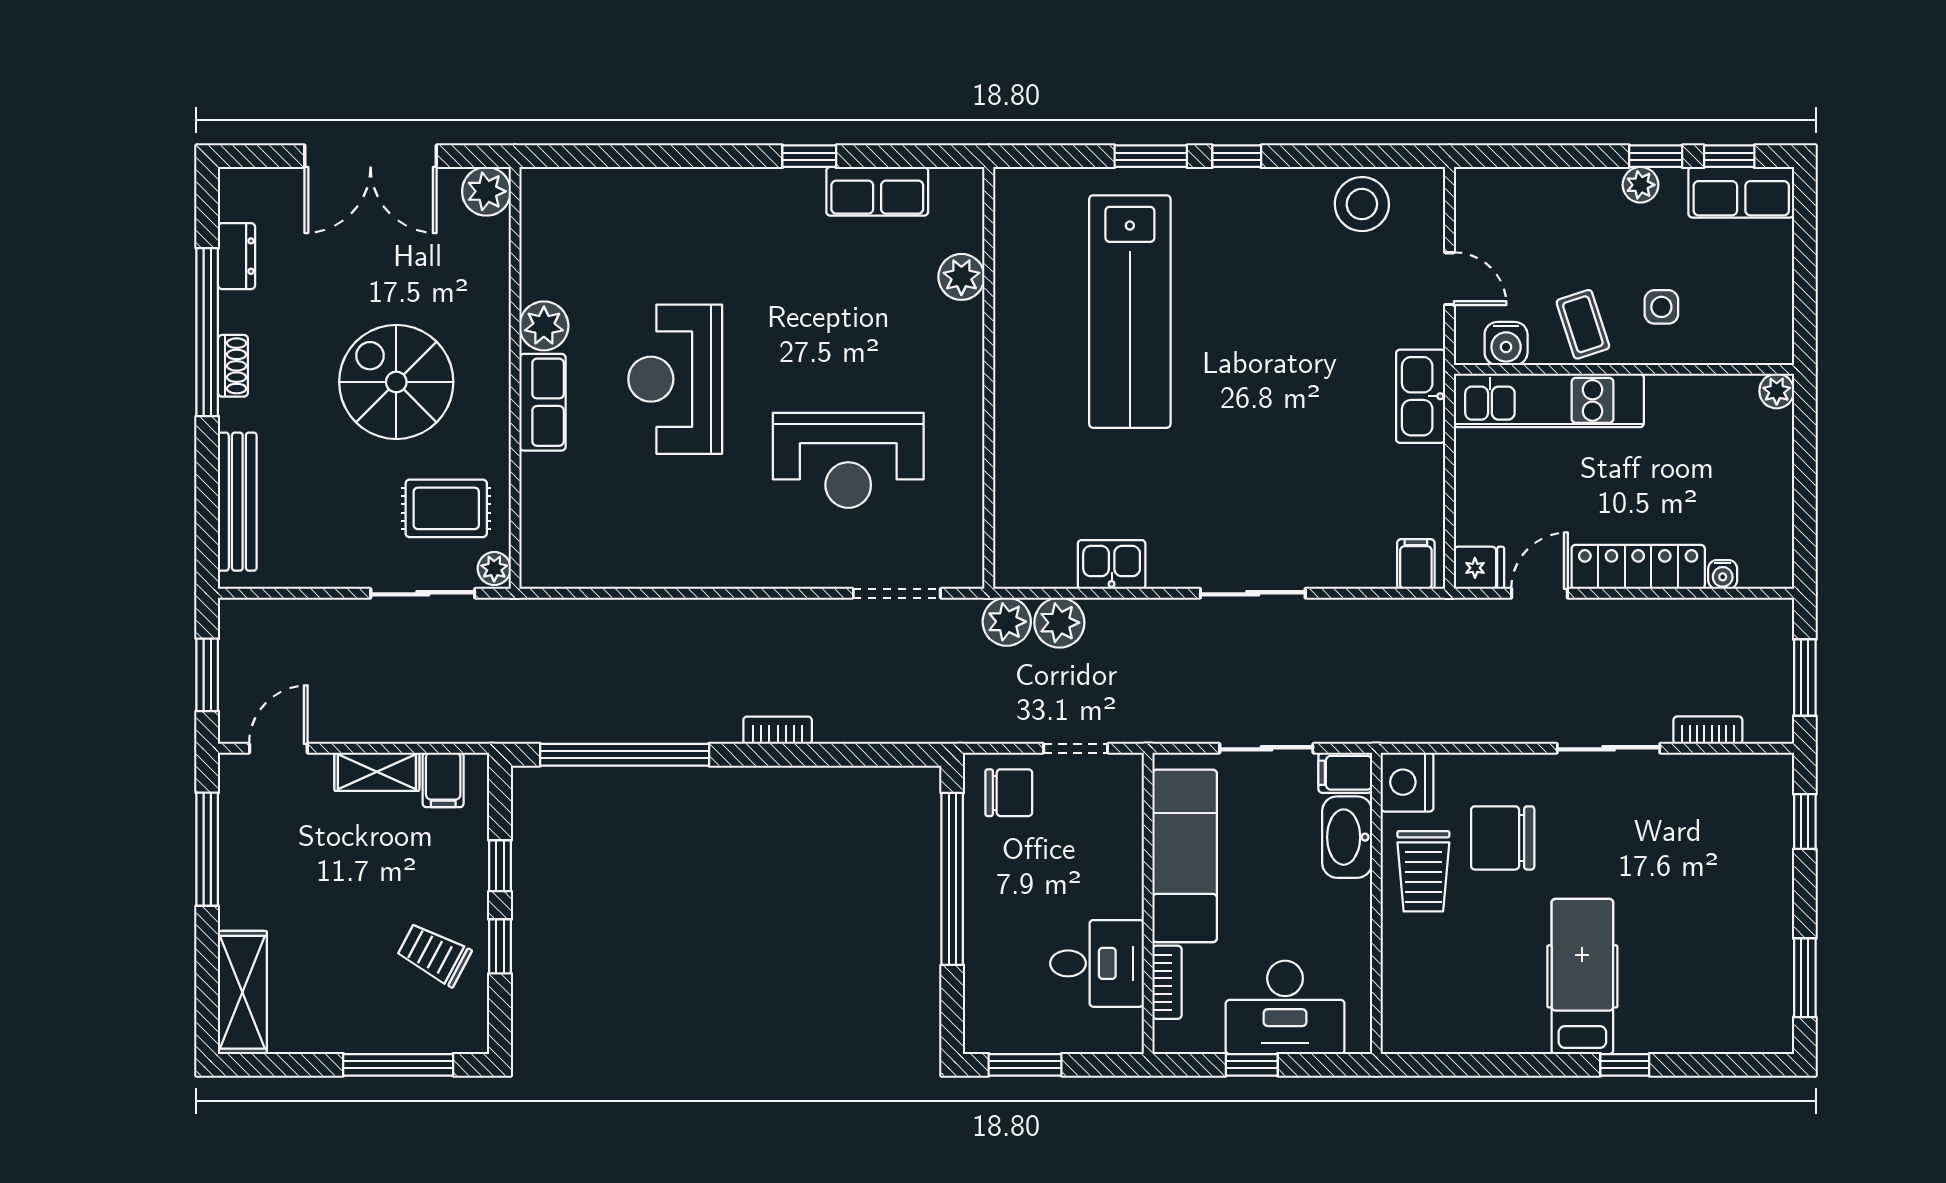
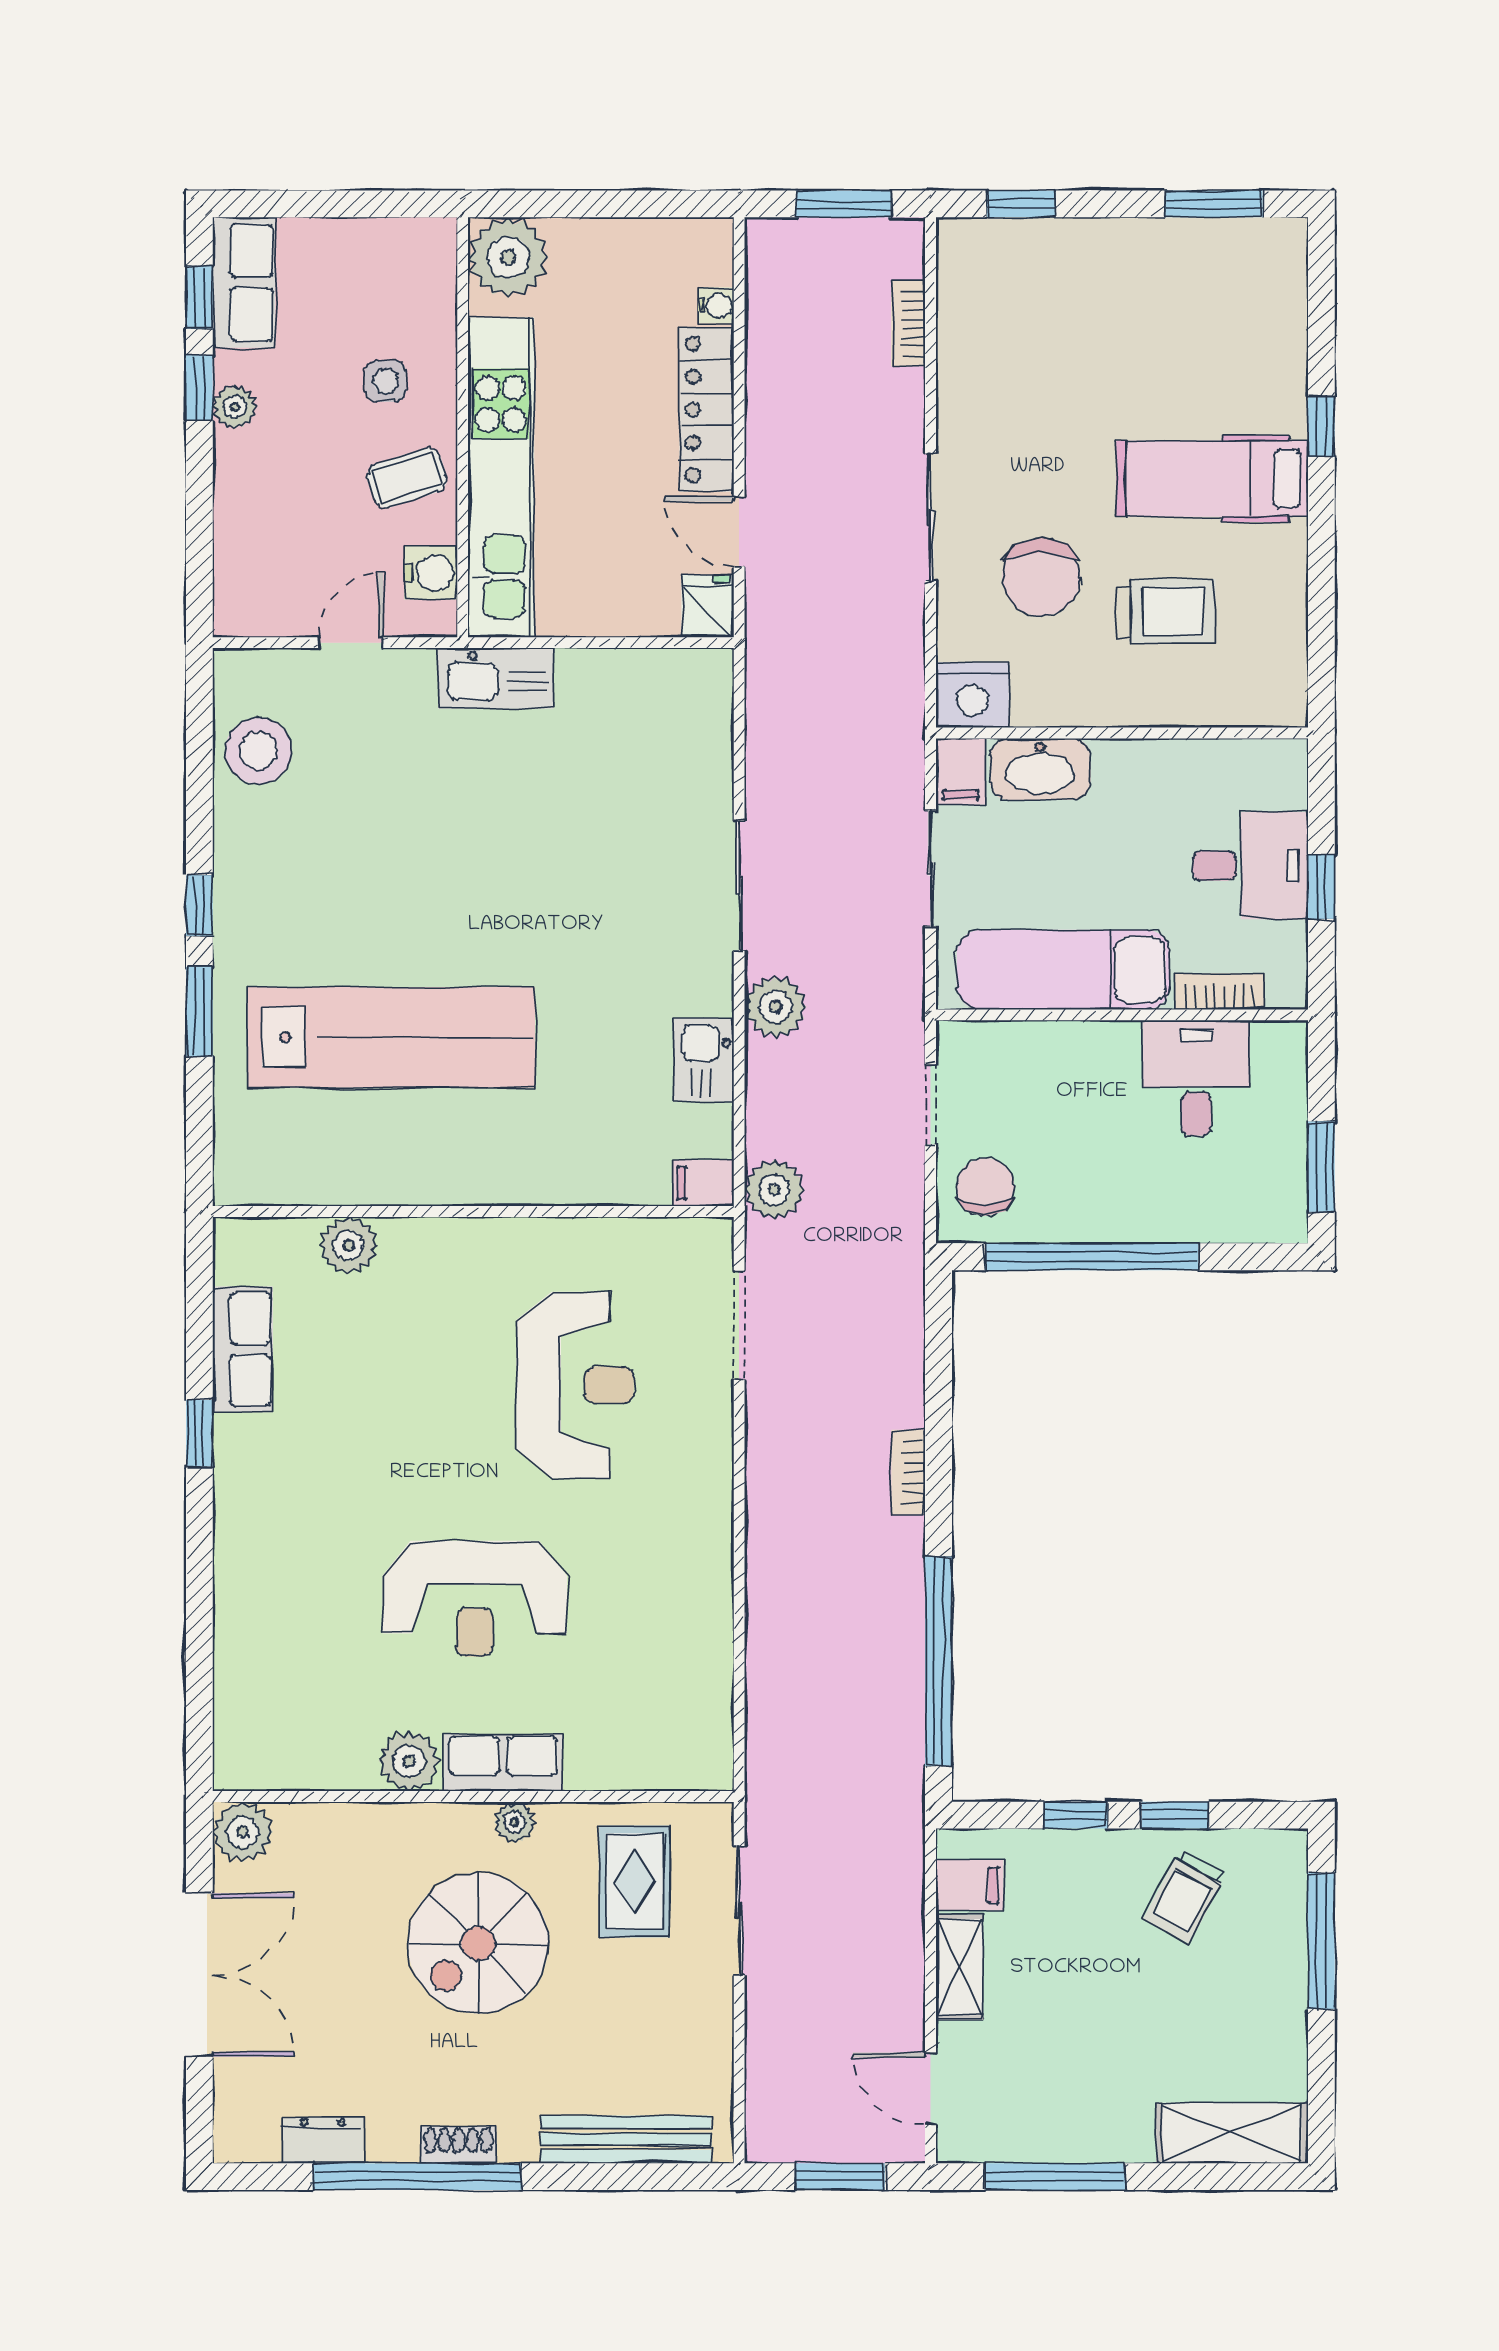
plant: (1777, 391) -> (508, 257), width x1.87, depth x1.87
kitchen unit: (1549, 400) -> (501, 477), width x1.36
filing cabinet: (1416, 564) -> (703, 1183), moved
plant: (494, 569) -> (515, 1822), moved
plant: (1059, 623) -> (775, 1007), moved
sliding door: (1609, 748) -> (931, 517), moved
trolley: (1423, 871) -> (1166, 611), moved
desk: (1285, 1007) -> (1250, 866), width x0.73

